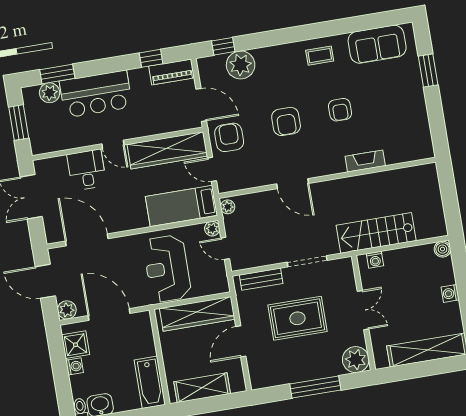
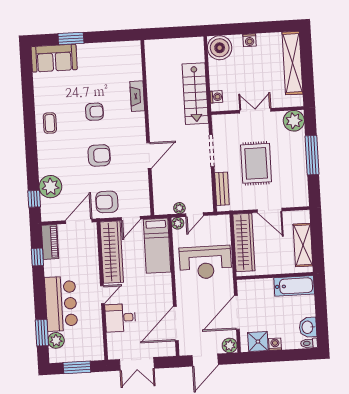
sofa: (377, 44) -> (54, 58), moved, turned 90
plant: (228, 207) -> (179, 208), moved
boiler: (442, 249) -> (220, 48), width x1.86, depth x1.86

